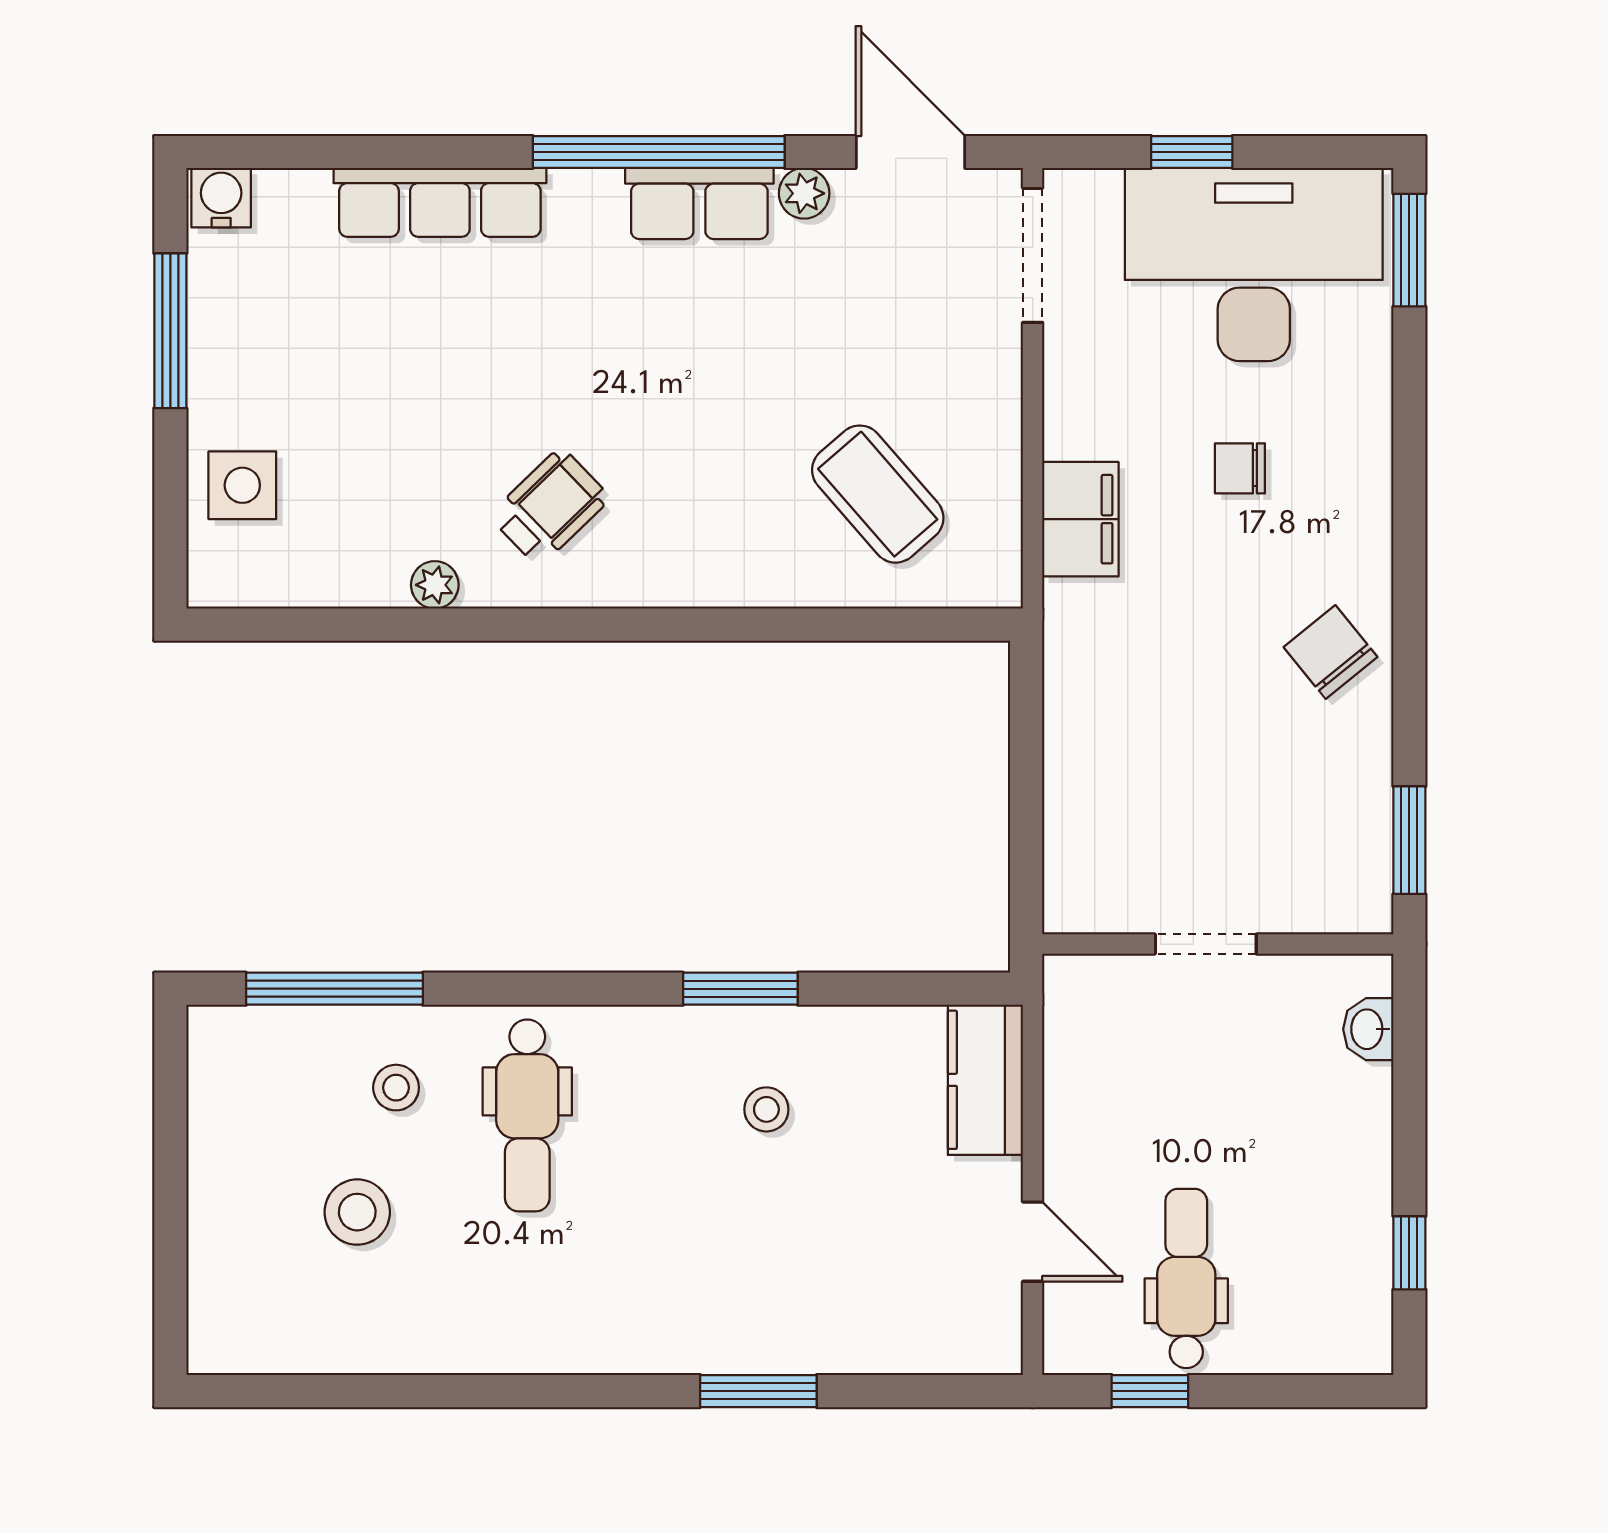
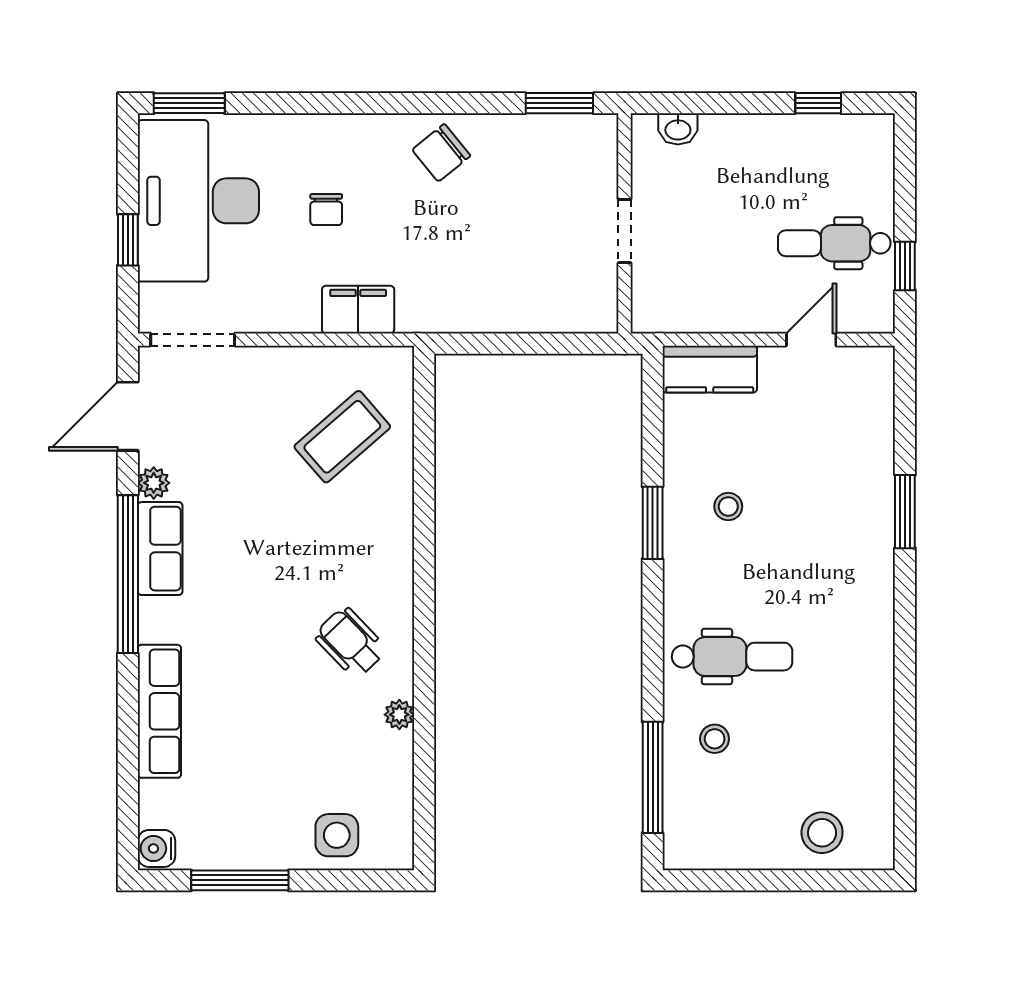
stool: (357, 1212) -> (822, 833), moved

